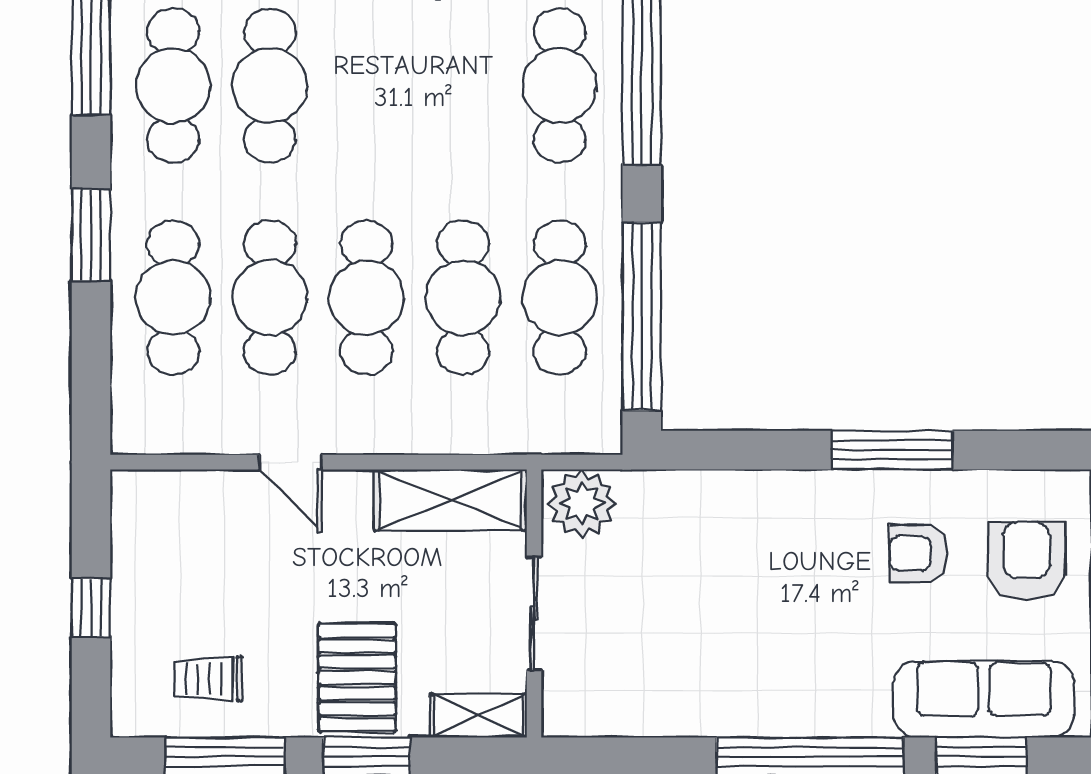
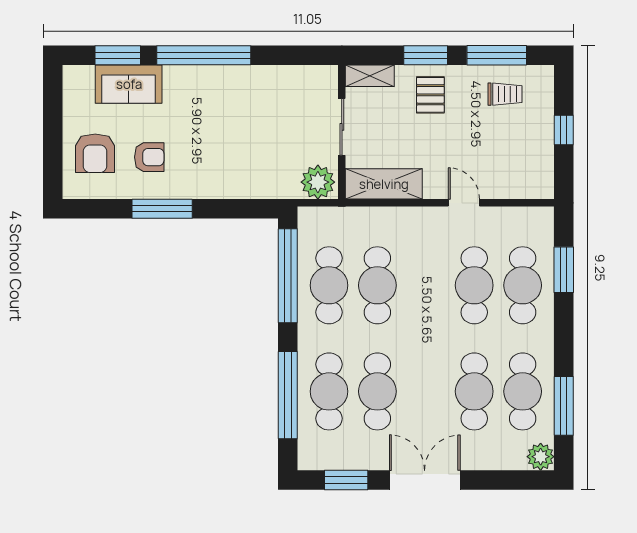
window: (91, 235) -> (564, 270), moved
cafe table: (366, 297) -> (377, 391), moved
pallet: (357, 678) -> (430, 95), width x0.67, depth x0.71
sofa: (984, 699) -> (129, 84), width x0.73

